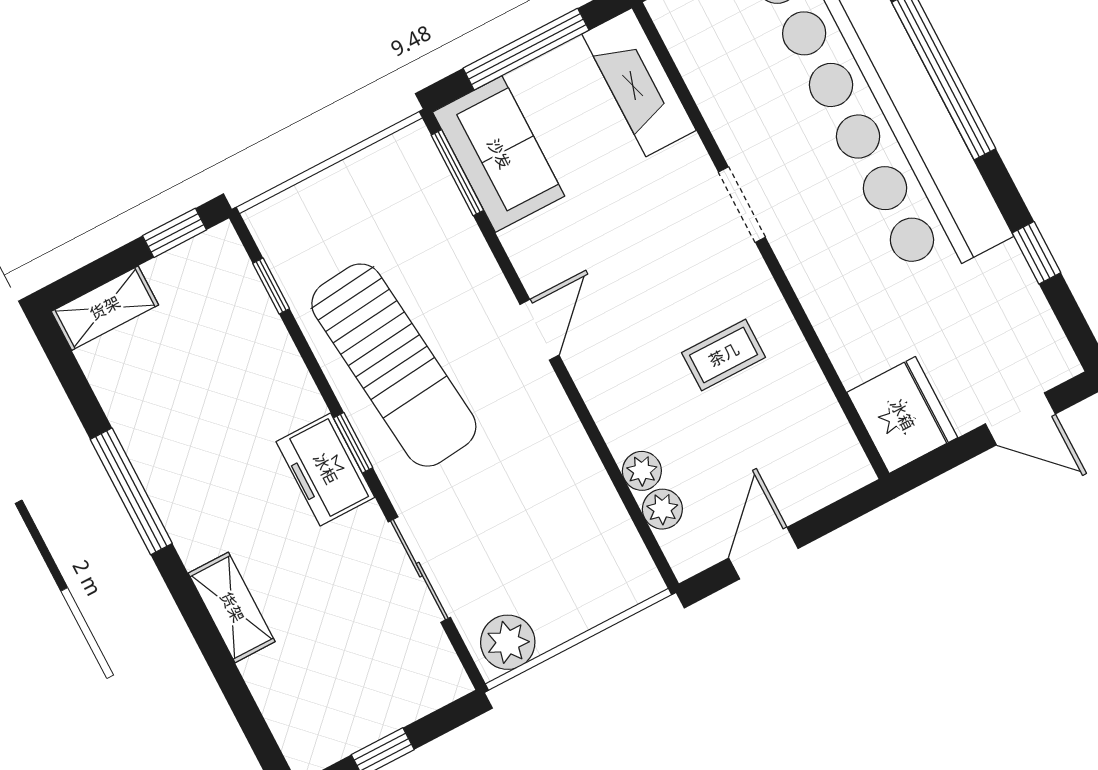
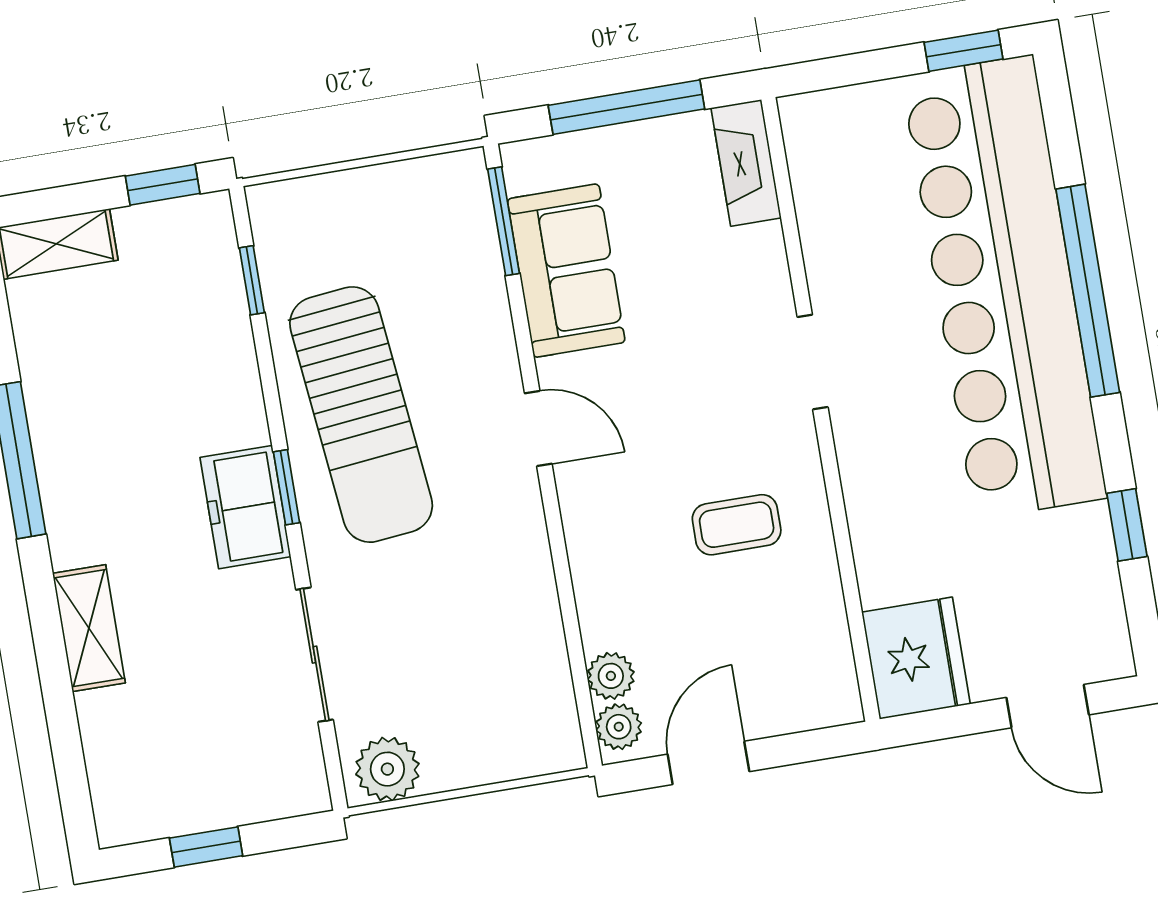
fireplace: (639, 82) -> (746, 163), width x0.73, depth x0.76
sofa: (499, 154) -> (566, 271), moved
door: (539, 330) -> (538, 429), hinge flipped
plant: (642, 471) -> (619, 727), moved

